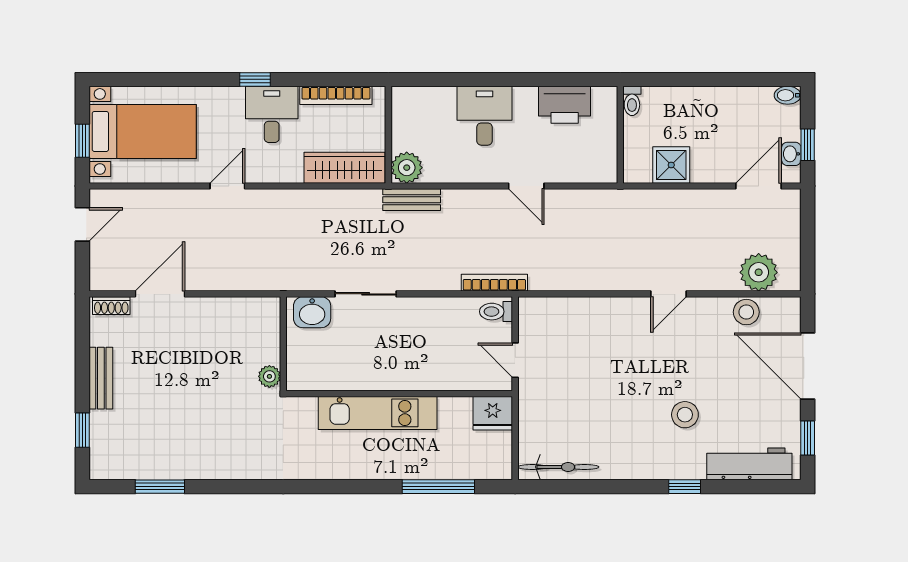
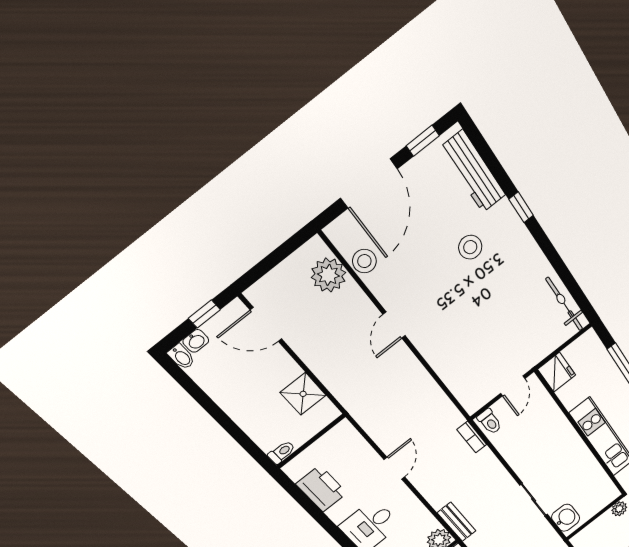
washbasin: (791, 154) -> (196, 341), moved
bookcase: (494, 283) -> (472, 437), width x0.64
door: (669, 294) -> (394, 325), swing flipped

